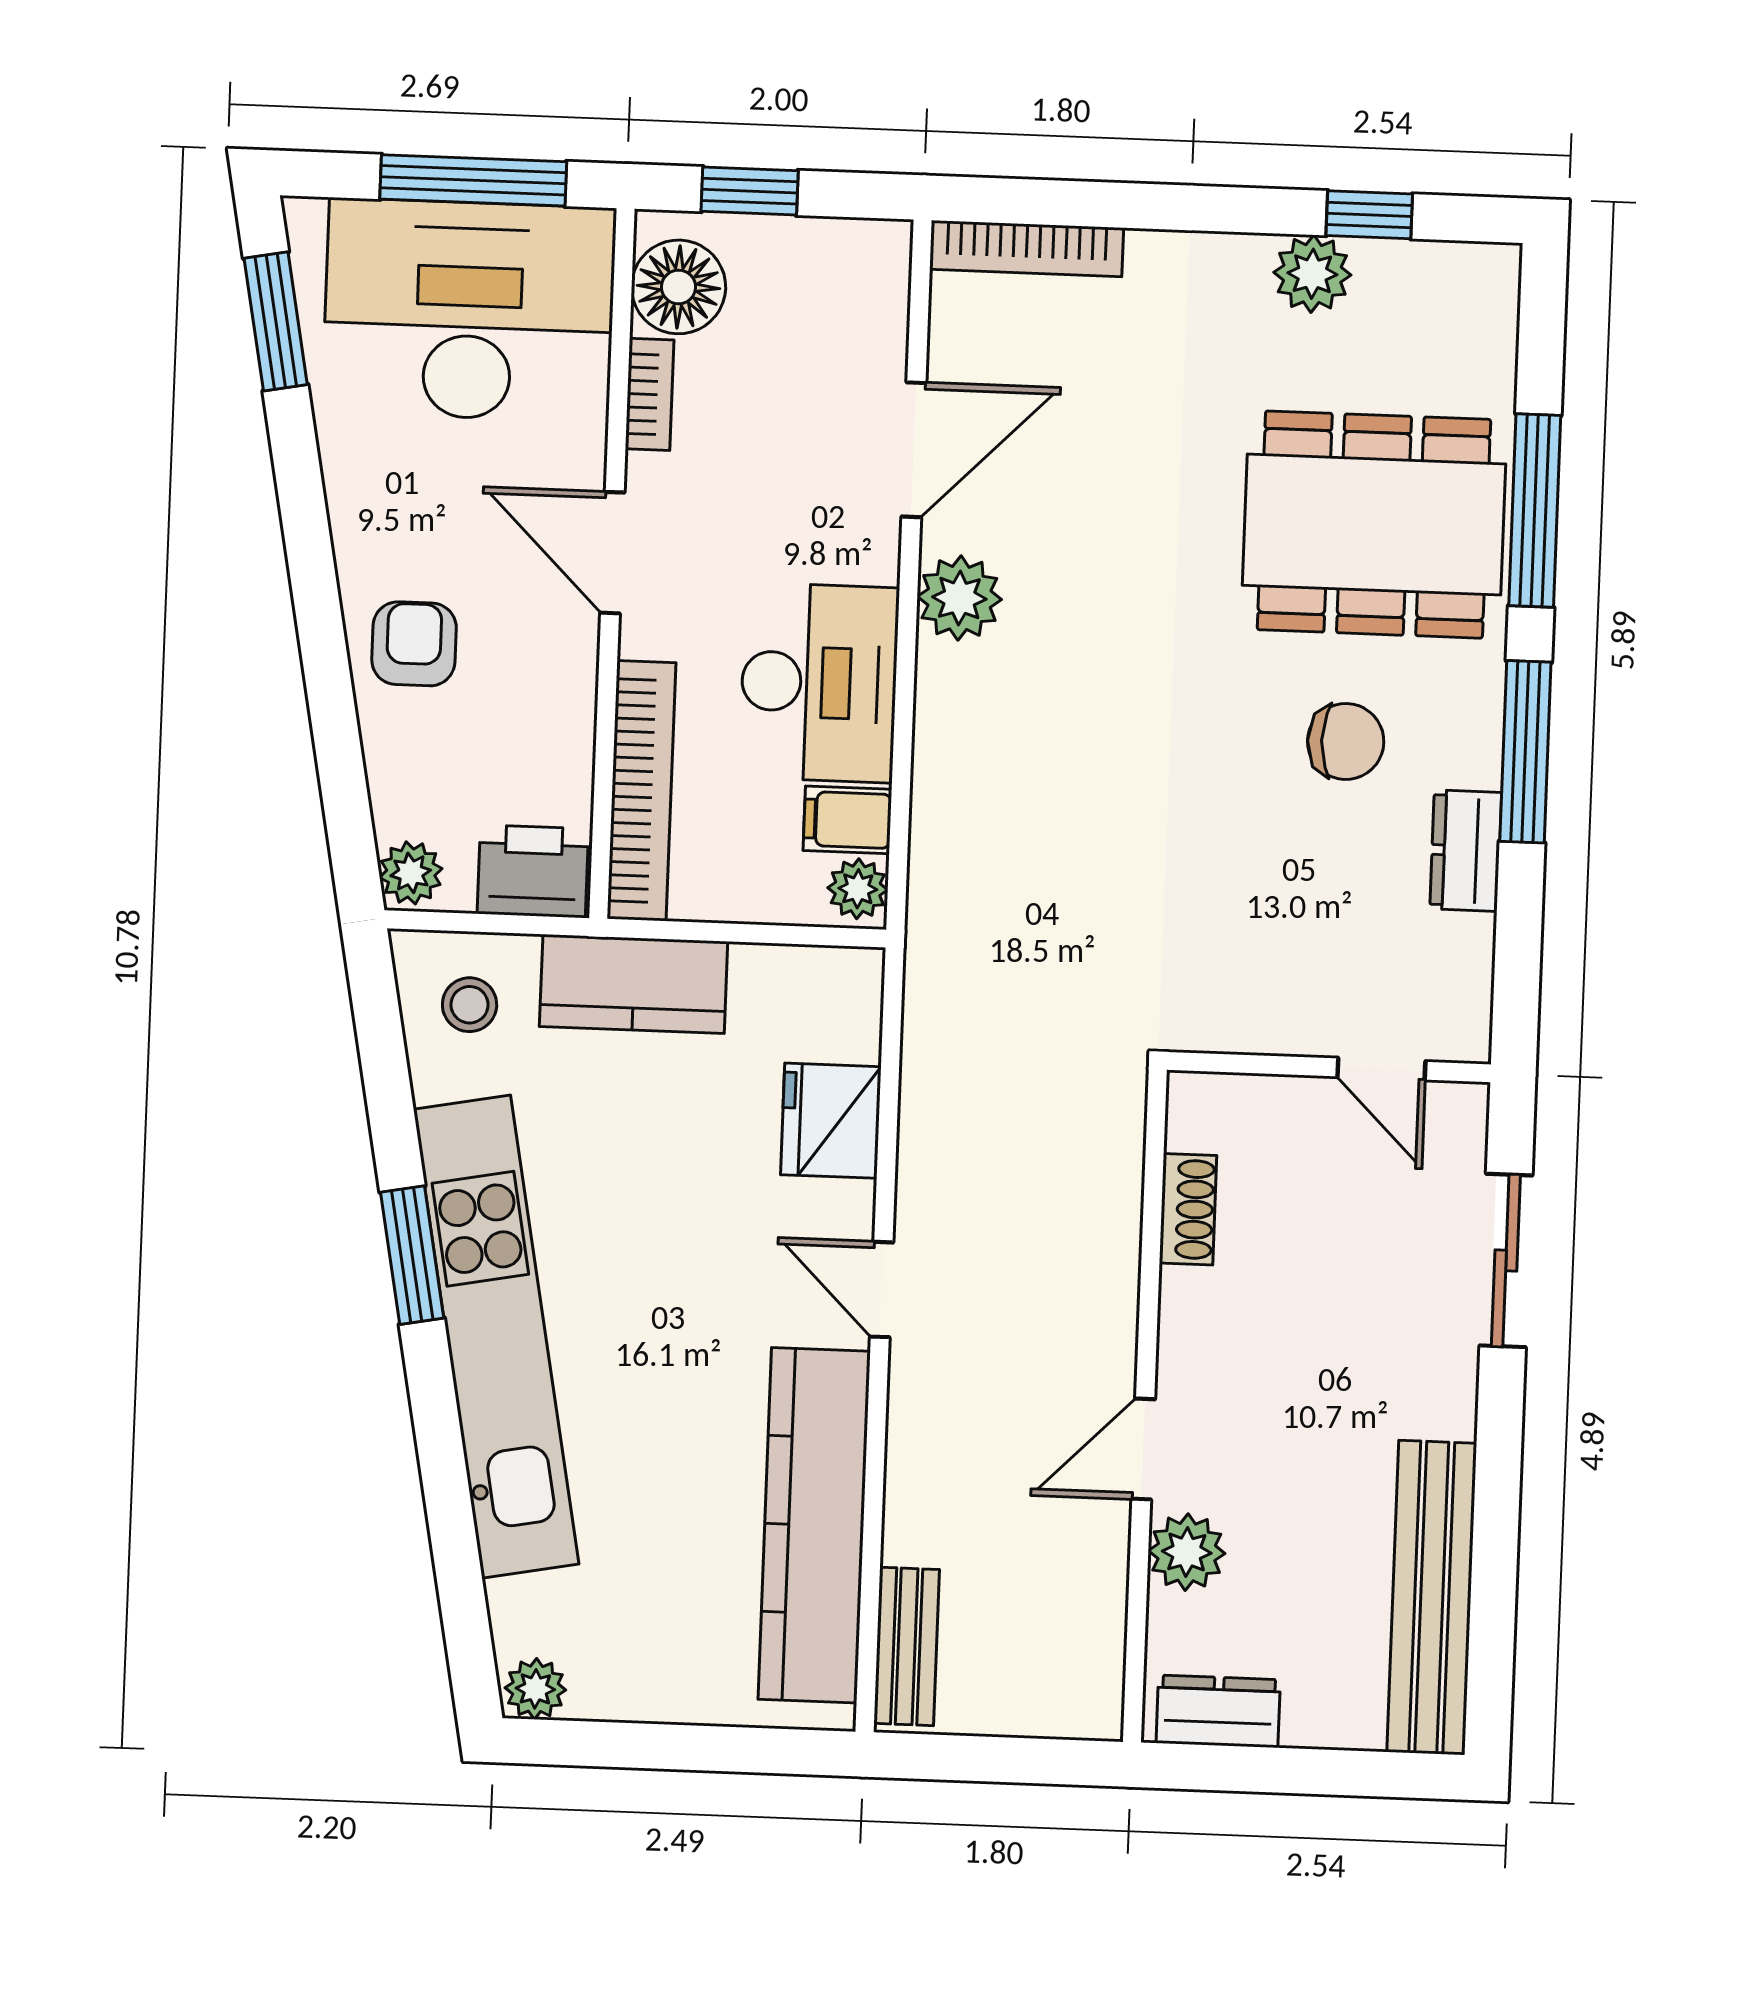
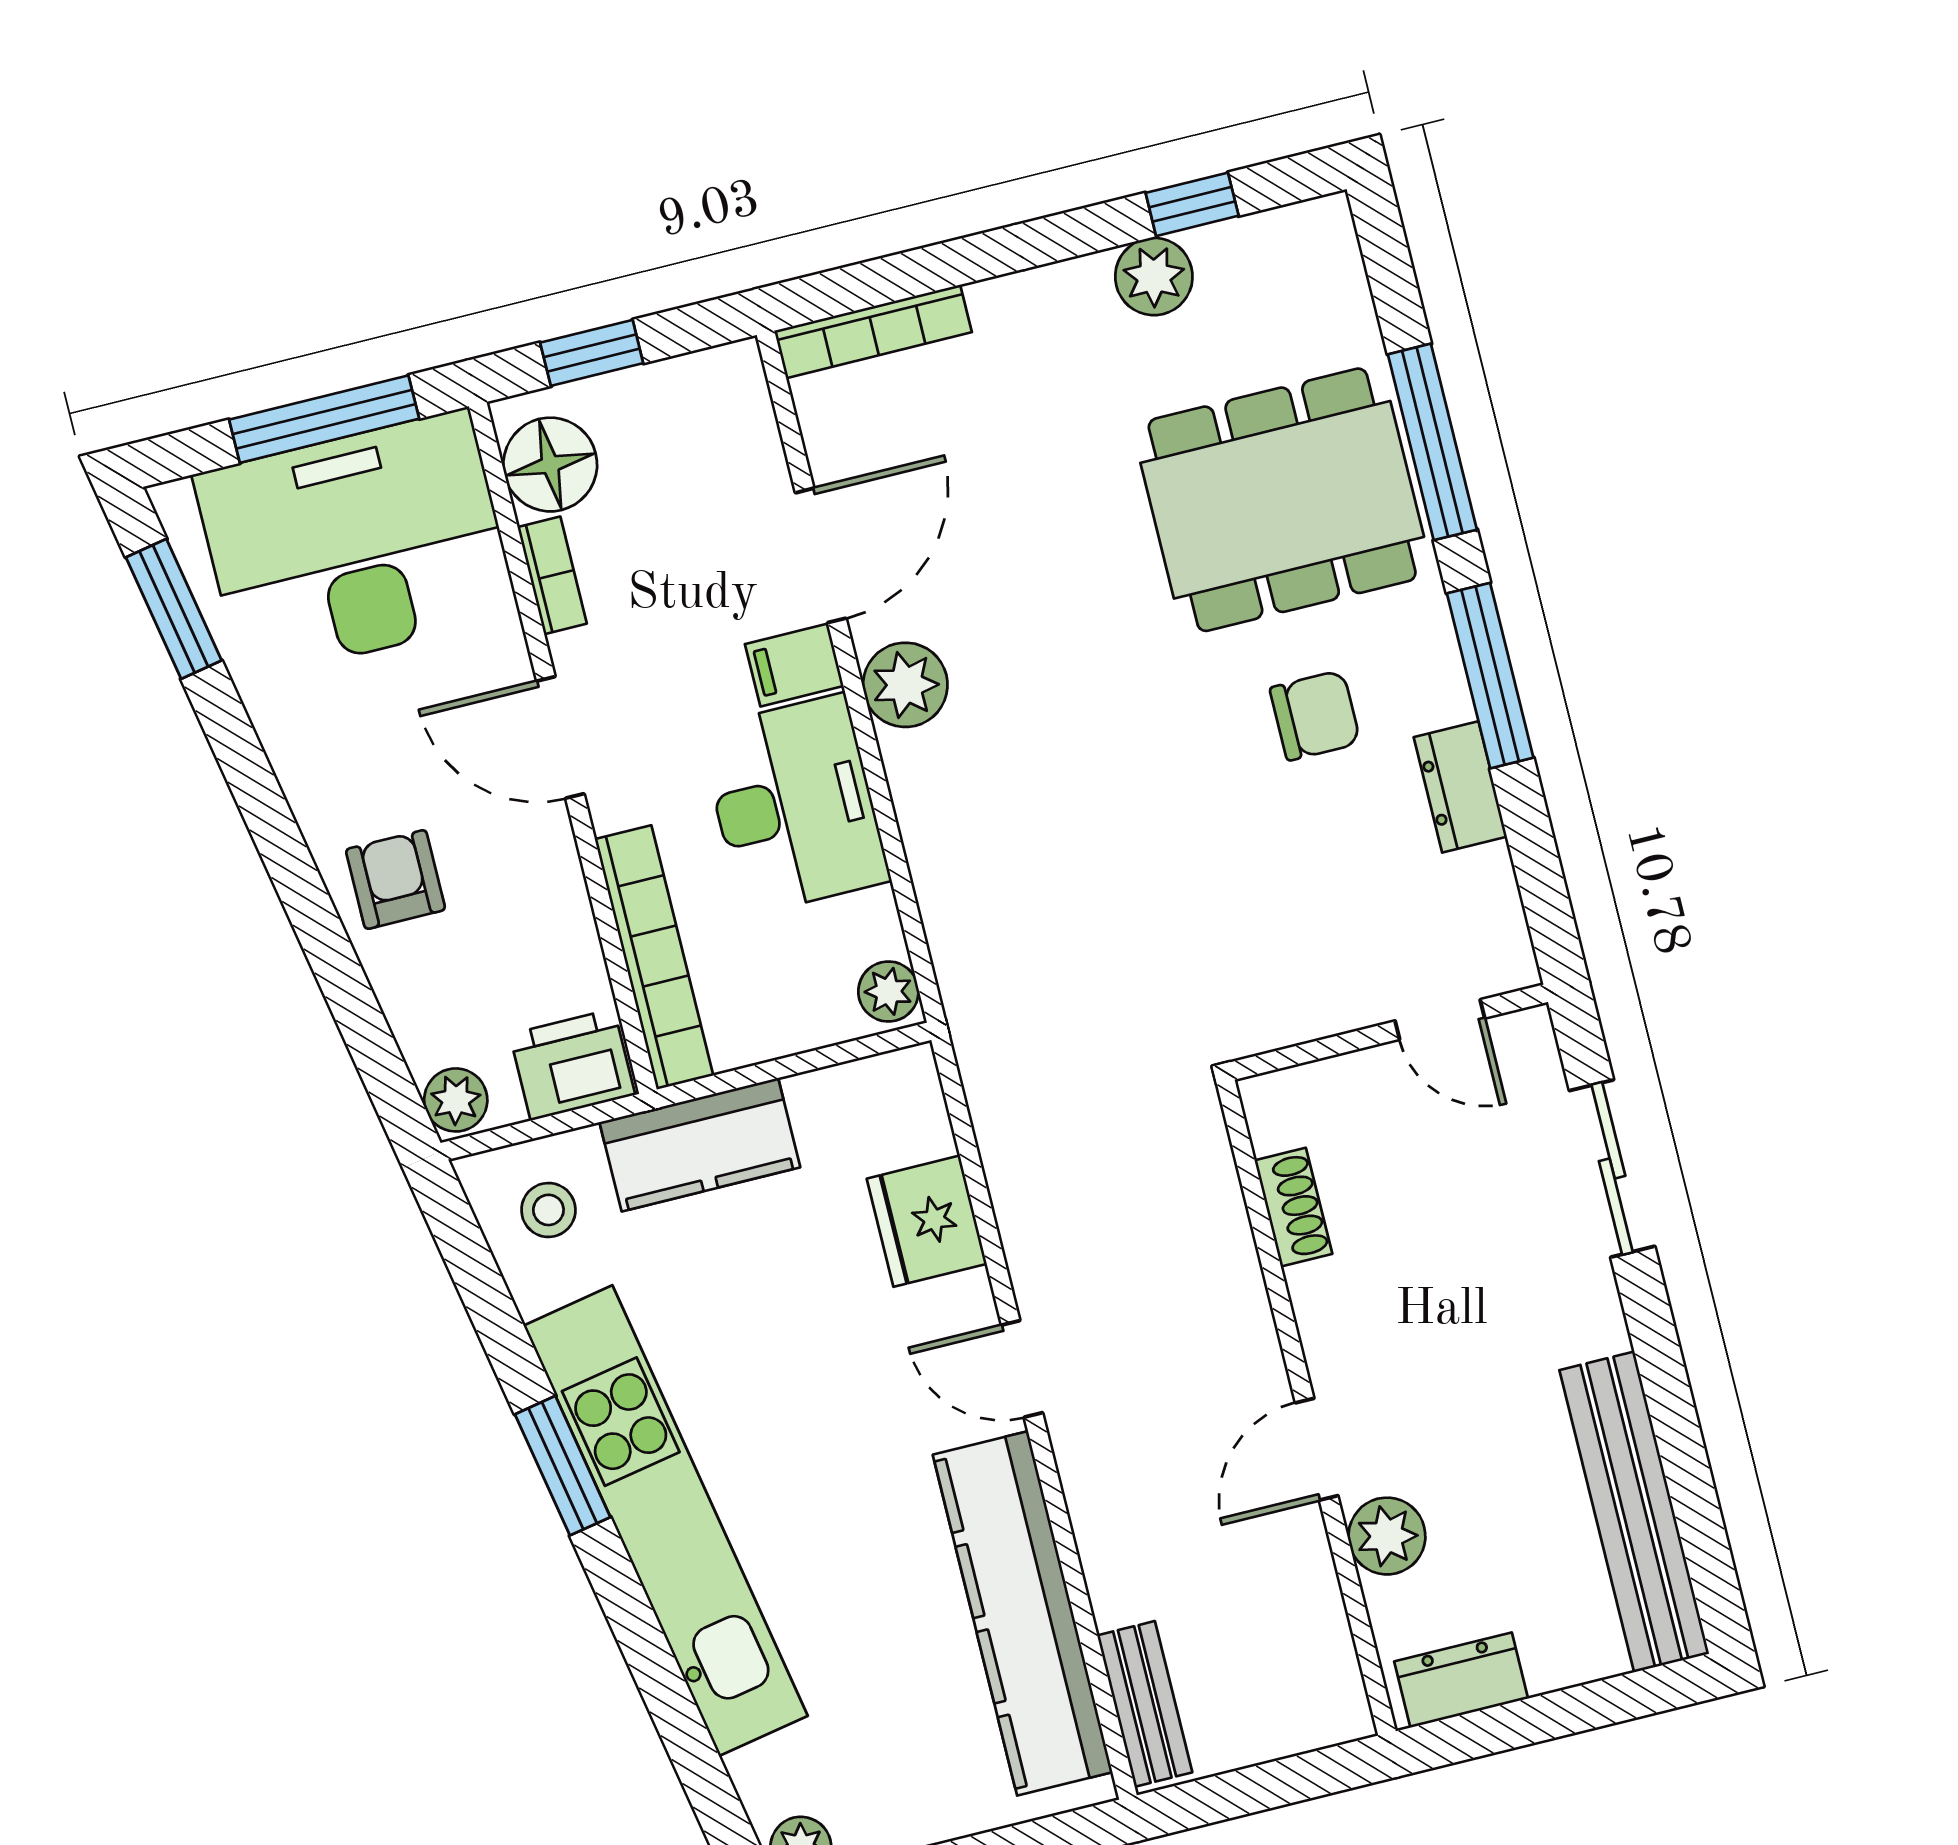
filing cabinet: (847, 820) -> (794, 665), moved

